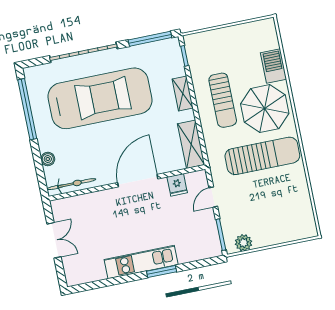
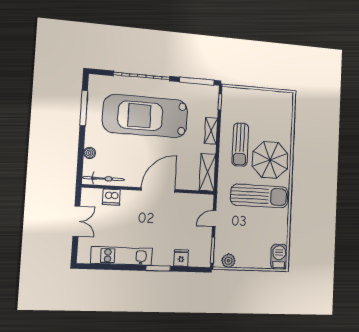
barbecue: (273, 66) -> (279, 257), moved
car: (100, 98) -> (145, 116), turned 180
window: (27, 109) -> (84, 108), width x0.68
fridge: (177, 185) -> (181, 258), moved, turned 180
dishwasher: (86, 203) -> (111, 197), added
kitchen unit: (141, 262) -> (122, 256), moved

